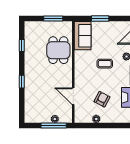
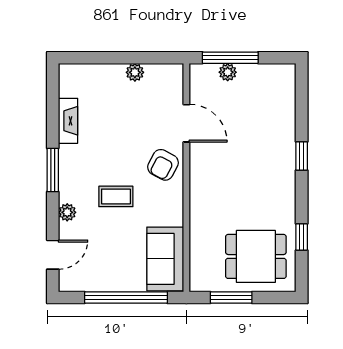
window: (100, 18) -> (126, 298), width x2.11
dining table: (58, 50) -> (256, 256), moved, turned 90
armchair: (102, 99) -> (163, 165), moved

